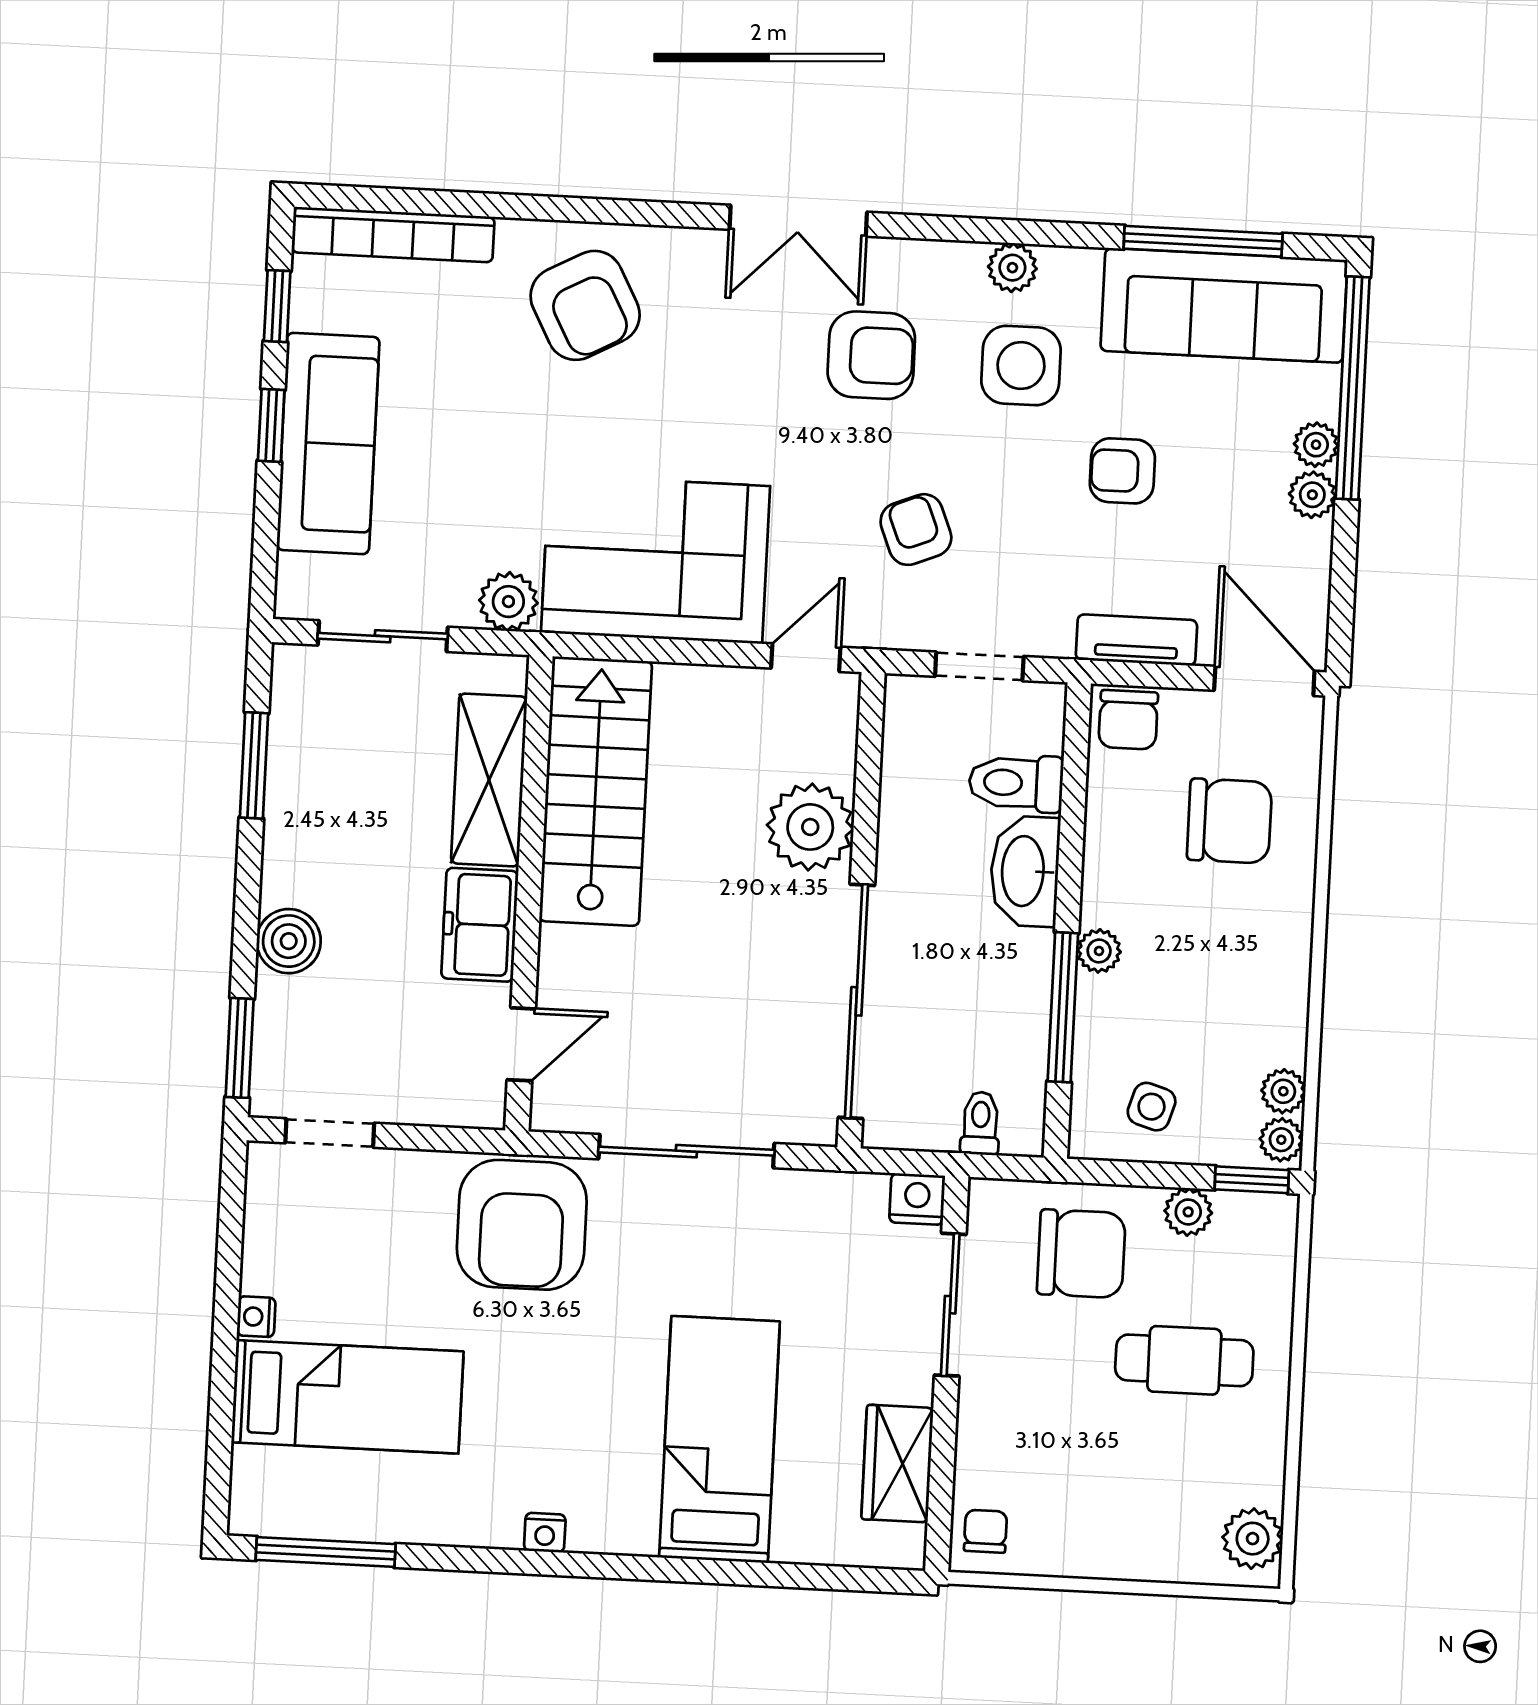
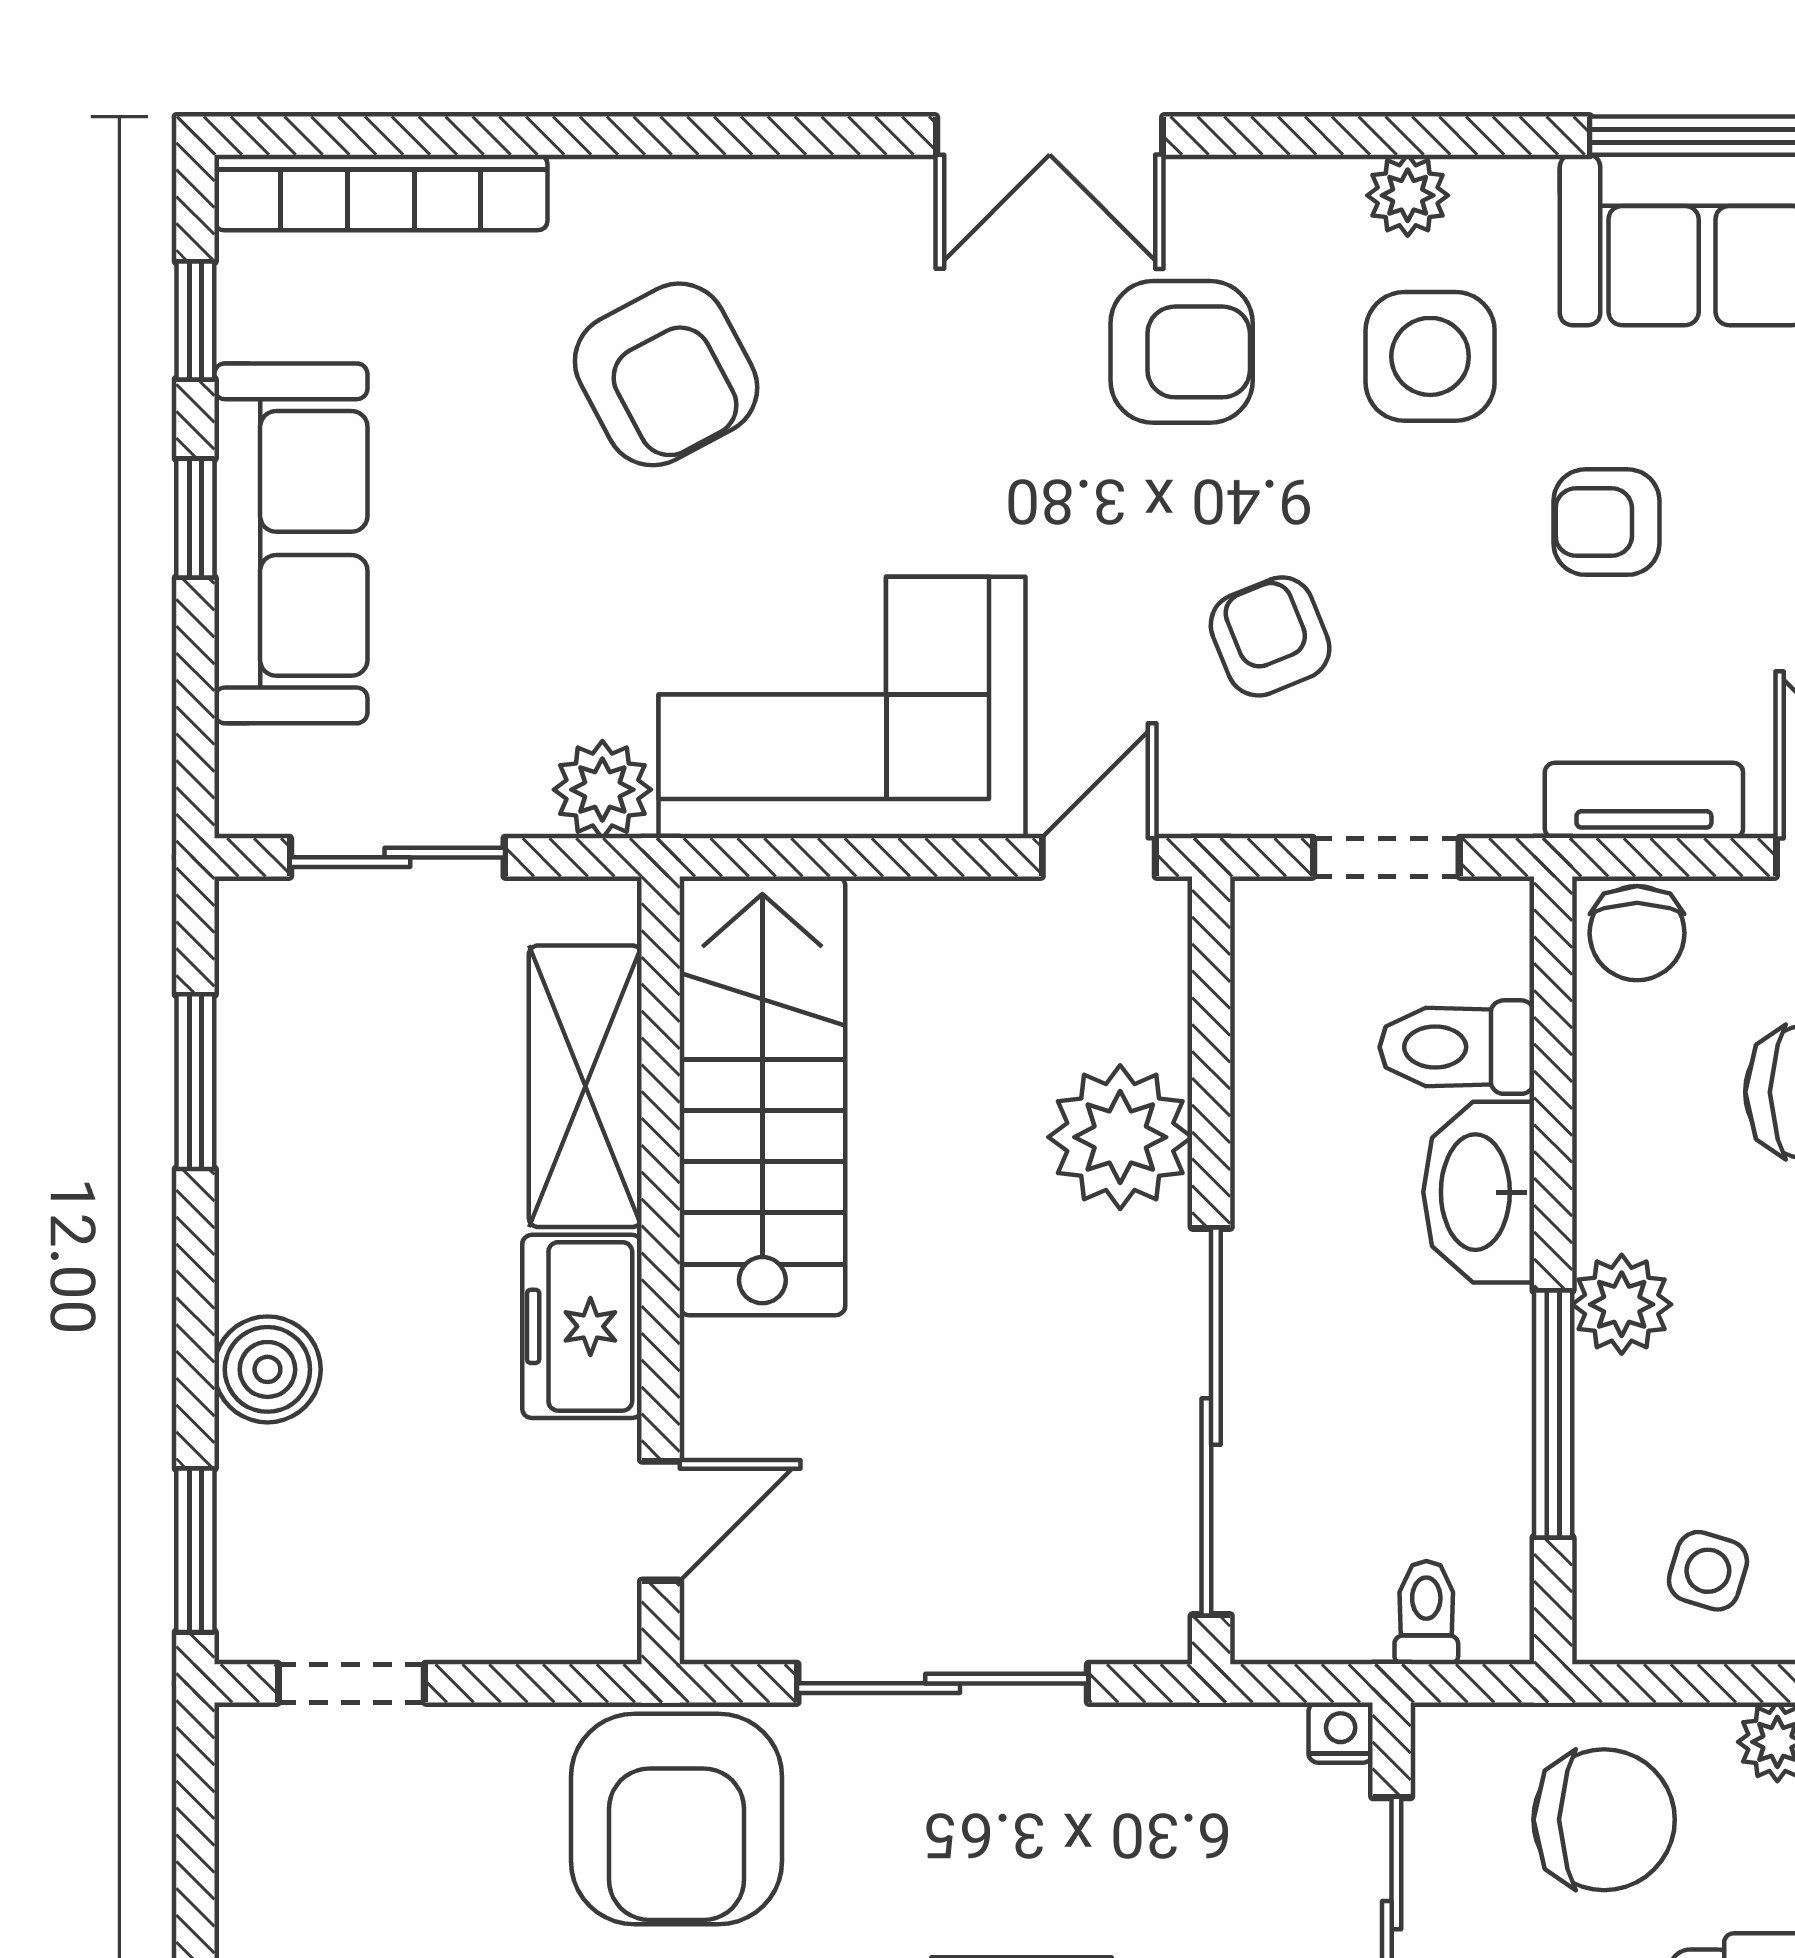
armchair: (585, 305) -> (666, 374), moved
plant: (1099, 951) -> (1622, 1304), width x1.38, depth x1.38
nightstand: (917, 1199) -> (1341, 1733), width x0.72, depth x0.74

